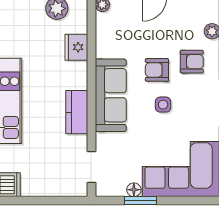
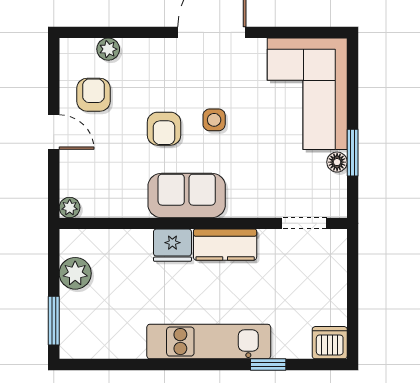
fridge: (76, 47) -> (172, 245), moved
armchair: (192, 62) -> (94, 95), moved
sofa: (111, 95) -> (187, 195), width x0.73

